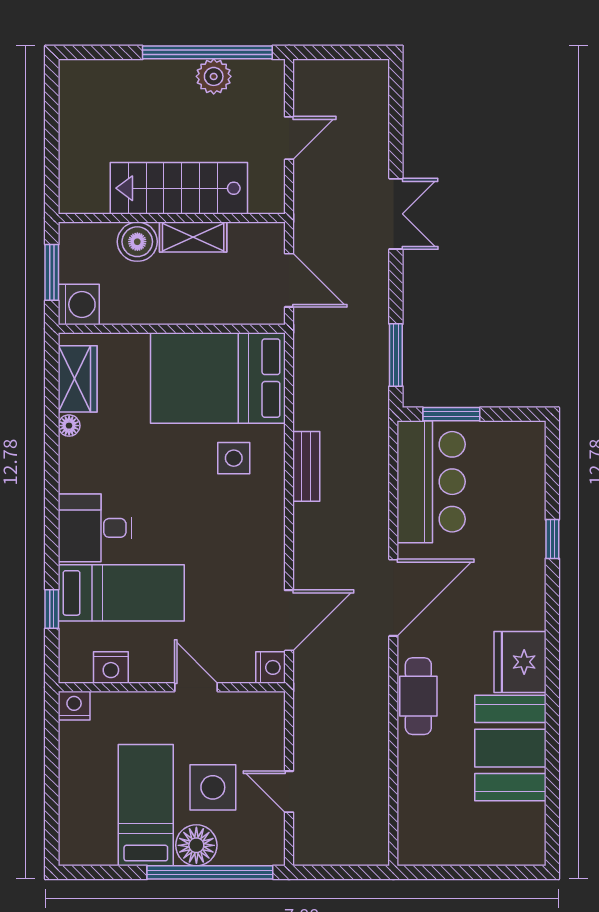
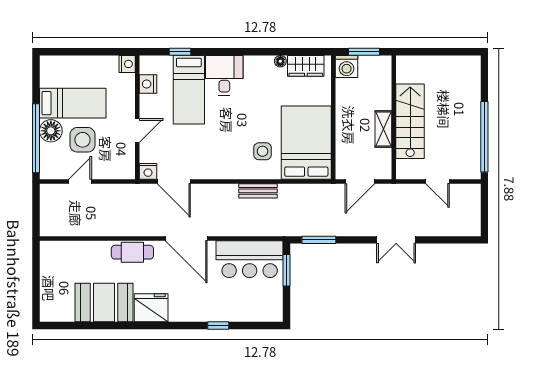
plant: (214, 76) -> (471, 140), removed
boiler: (137, 242) -> (381, 98), removed

